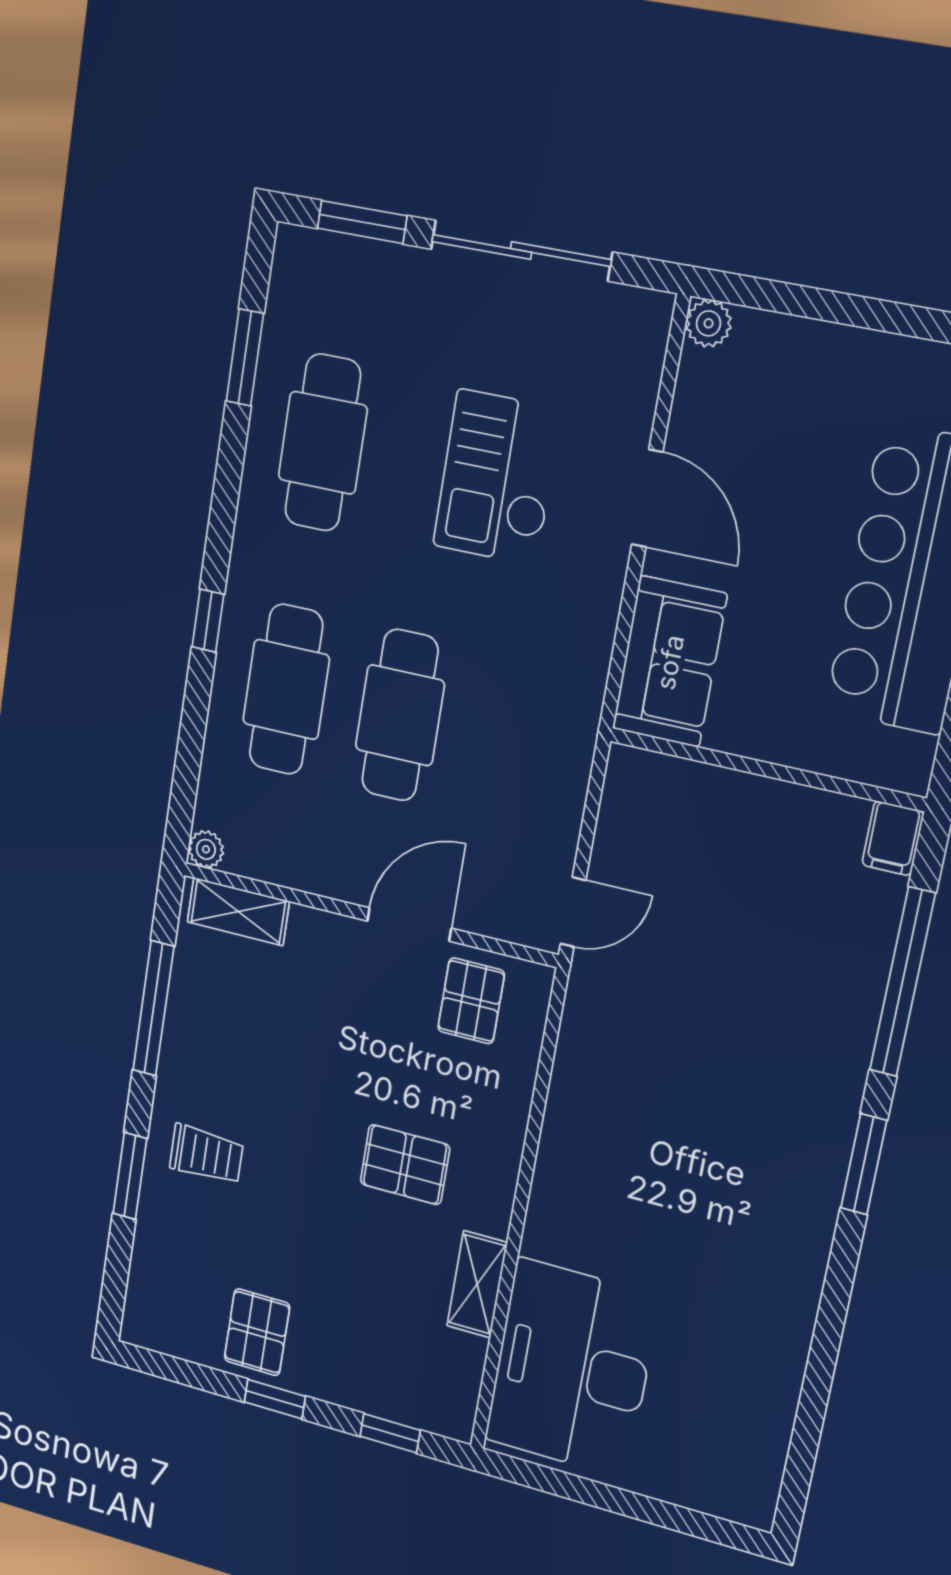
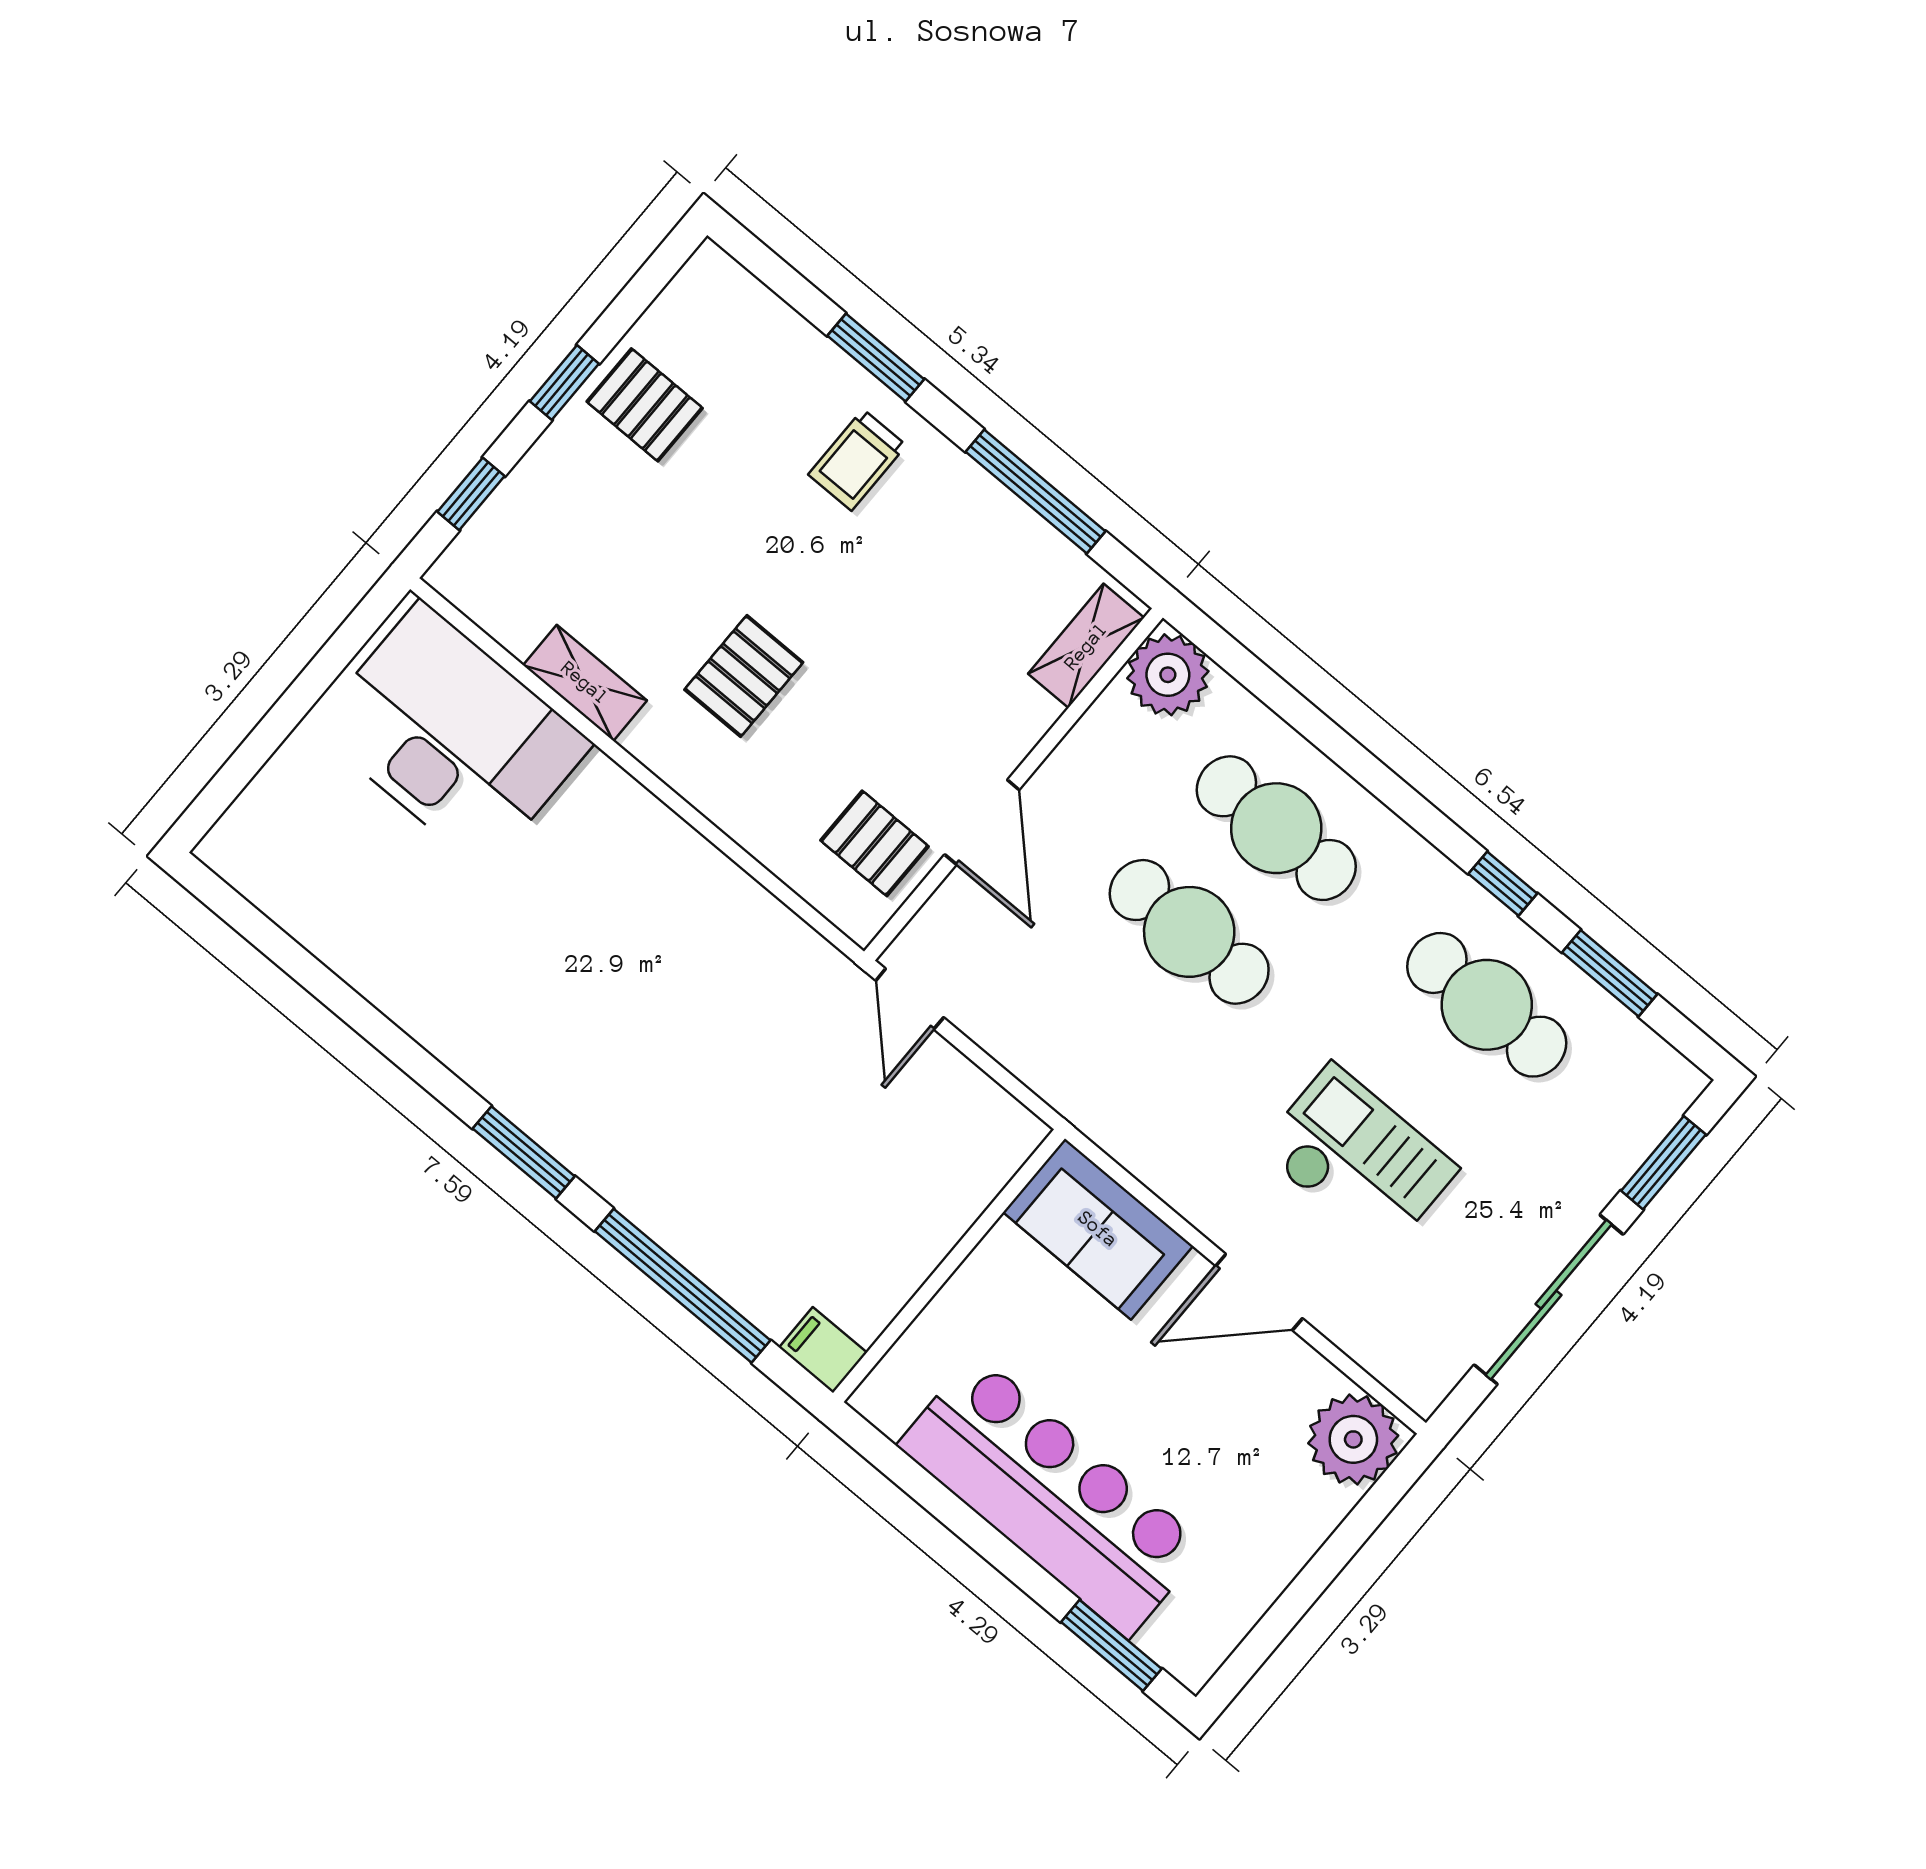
plant: (709, 323) -> (1353, 1439), width x1.88, depth x1.88
window: (208, 621) -> (1503, 884), moved
plant: (206, 849) -> (1168, 675), width x1.87, depth x1.87

